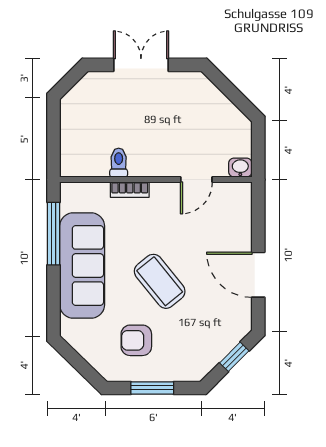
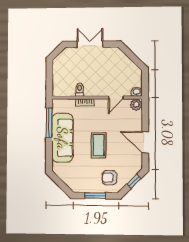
plant: (239, 195) -> (136, 105), added
coffee table: (160, 281) -> (99, 145), turned 39
armchair: (136, 340) -> (109, 178), moved

